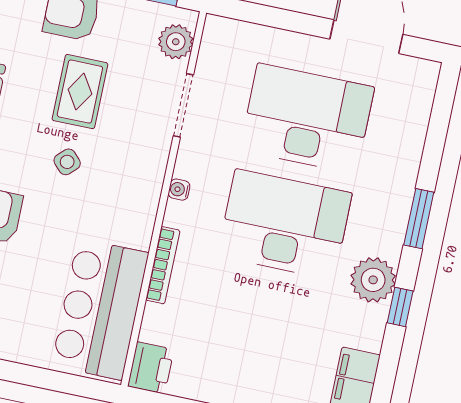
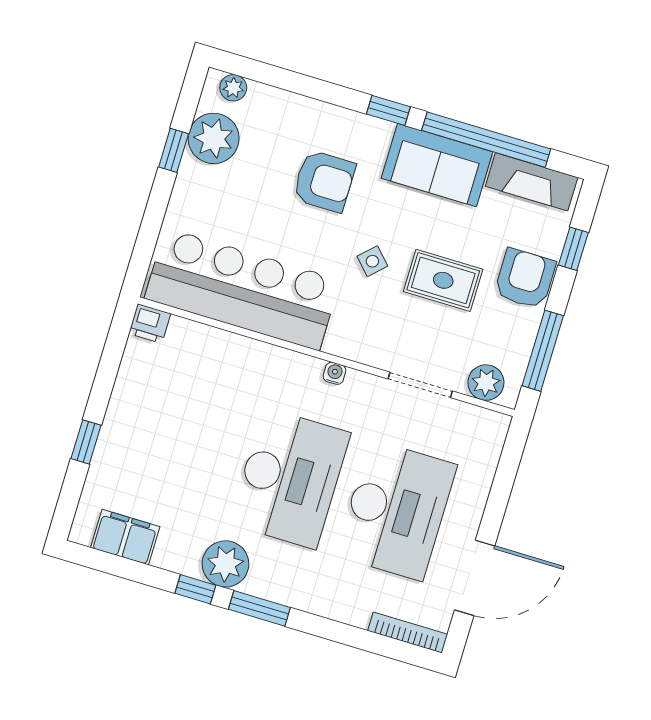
window: (419, 219) -> (259, 608), moved
bookcase: (163, 265) -> (408, 632), moved, turned 180
bar counter: (100, 309) -> (242, 289), width x1.36
printer: (151, 368) -> (150, 324), width x0.73, depth x0.81

